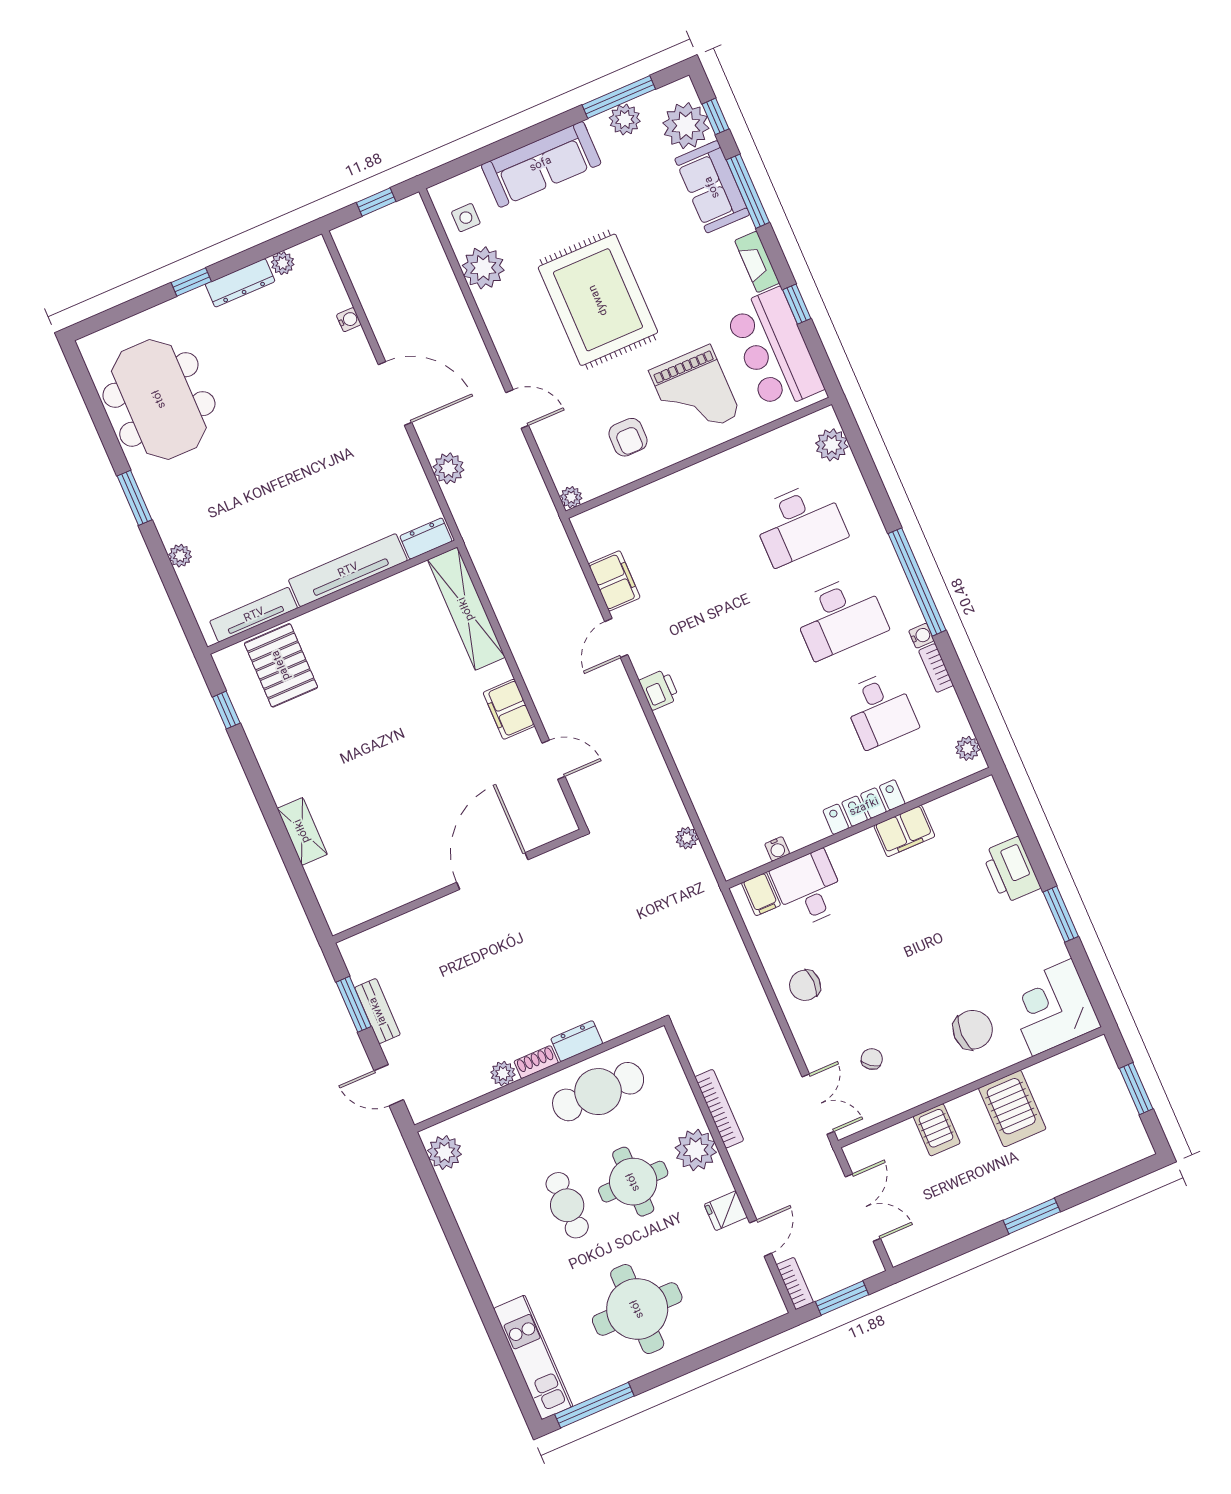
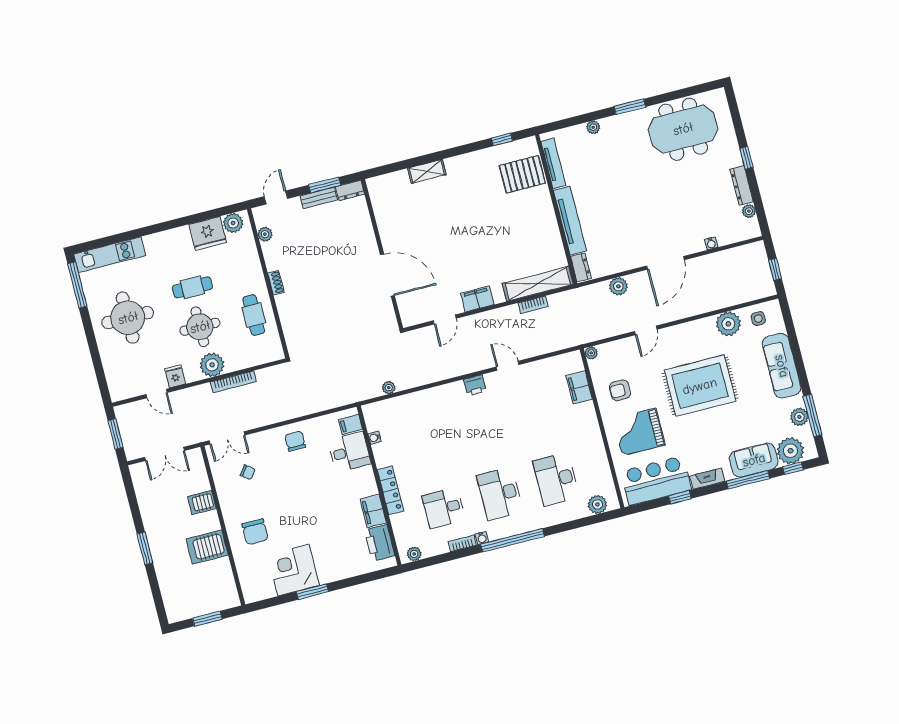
filing cabinet: (614, 581) -> (579, 387), moved, turned 90
printer: (1011, 870) -> (380, 543), moved, turned -90
corner desk: (1052, 1007) -> (293, 570), moved, turned -90
dresser: (577, 1041) -> (350, 190), moved, turned 90
plant: (503, 1074) -> (265, 234), moved
cafe table: (598, 1092) -> (254, 315), width x0.73, depth x0.74
fridge: (470, 1194) -> (208, 233), added
bookcase: (795, 1283) -> (533, 305), moved

